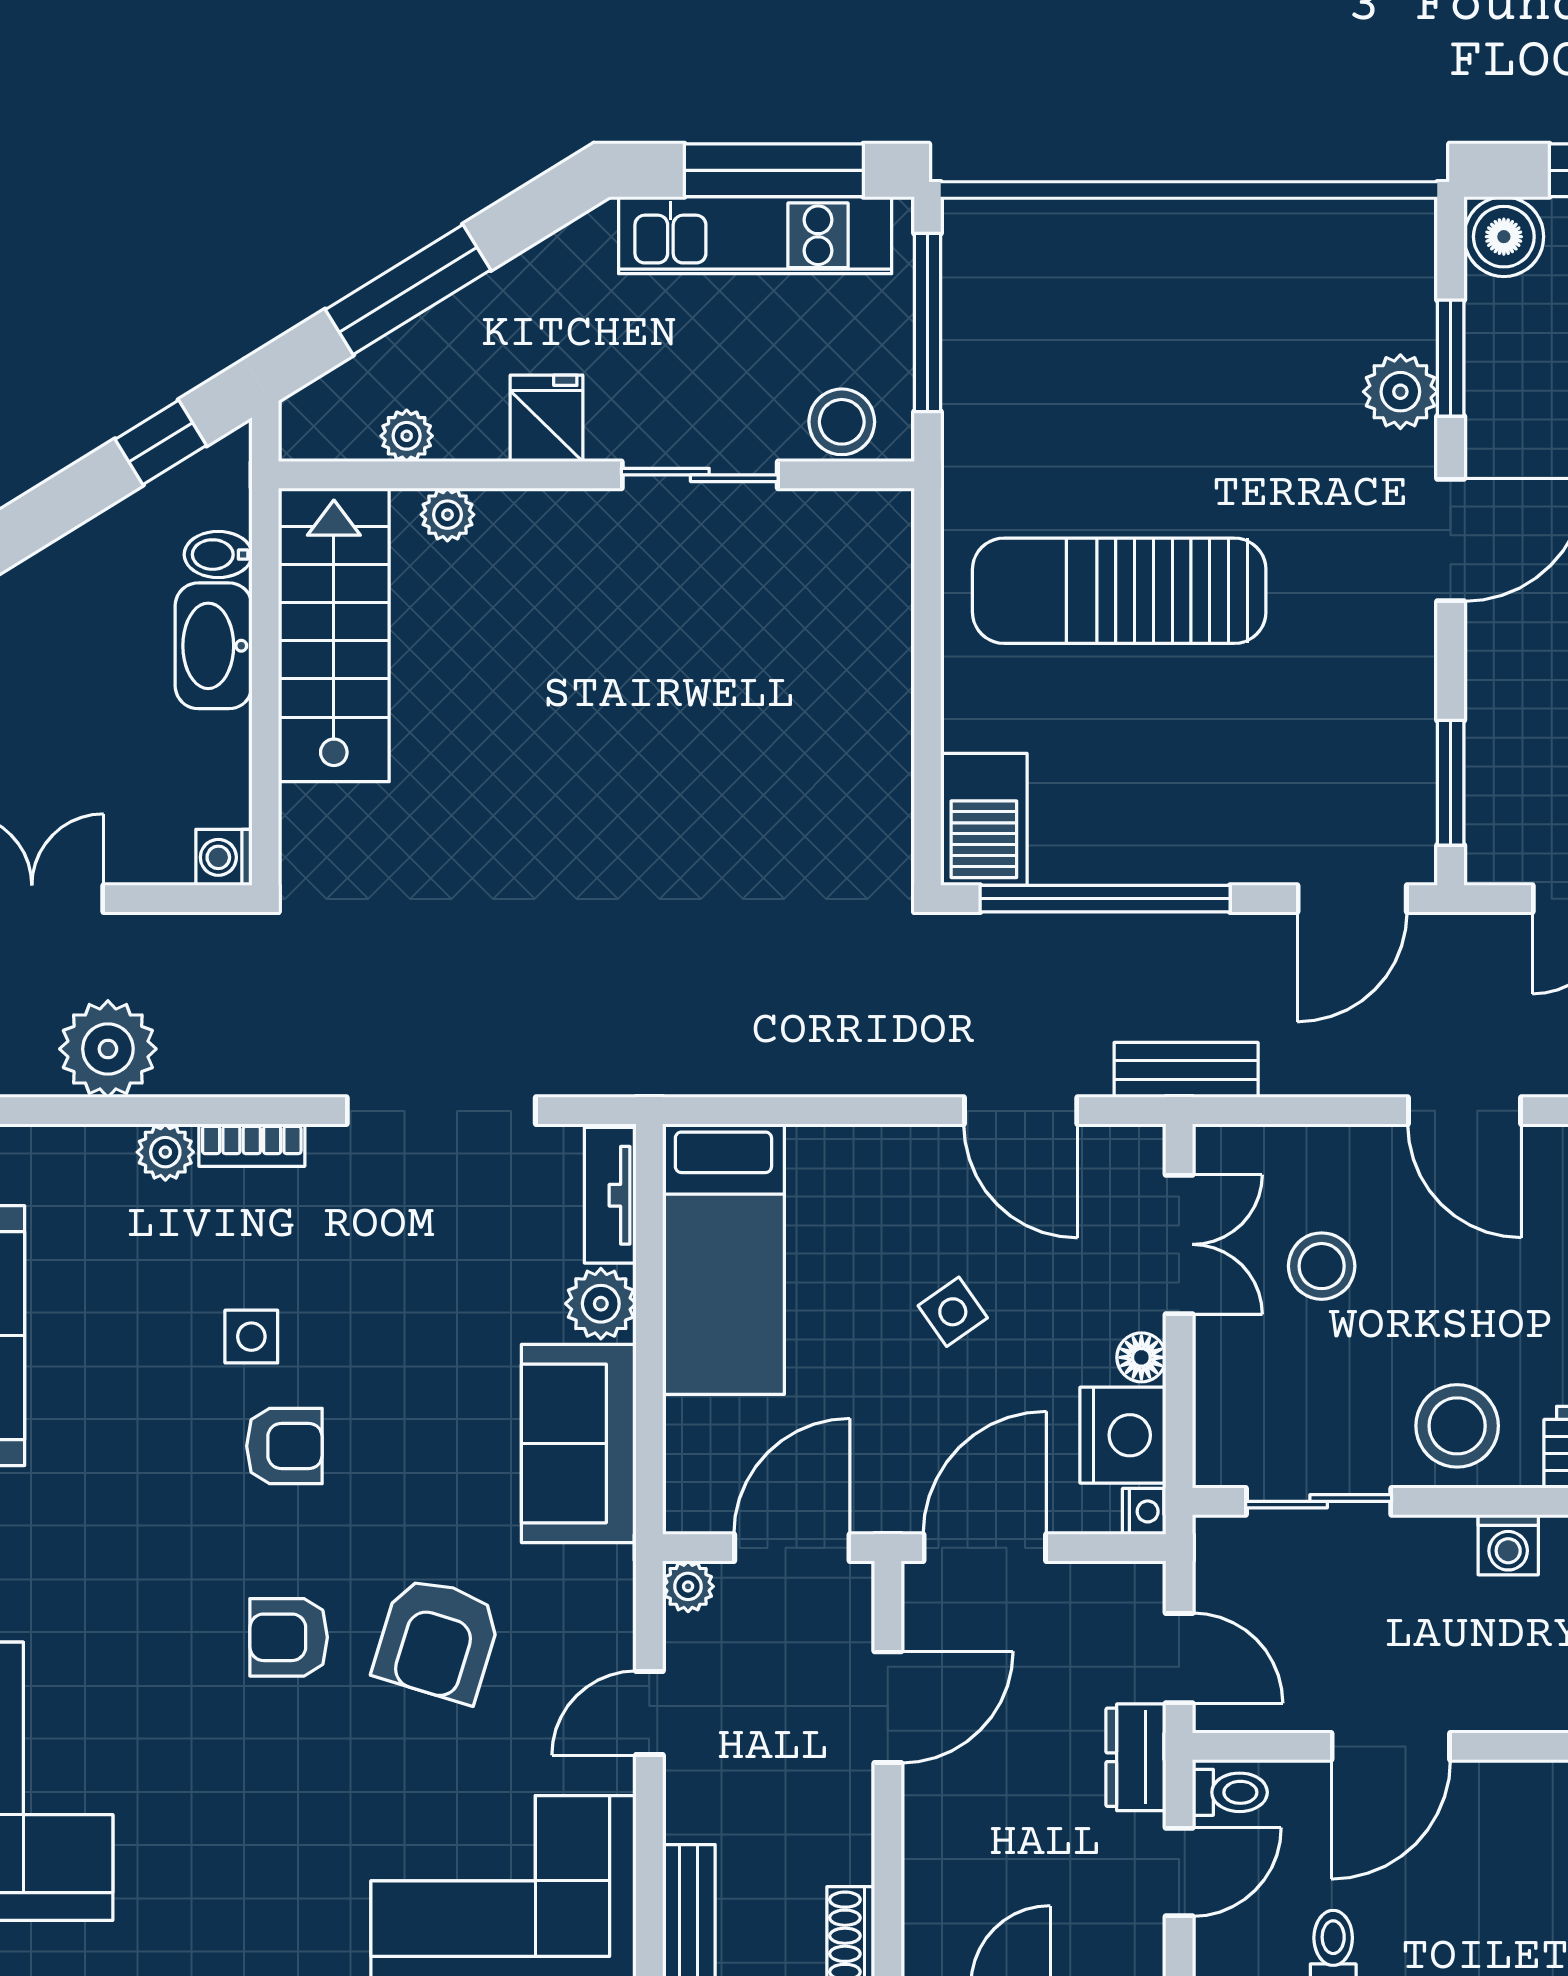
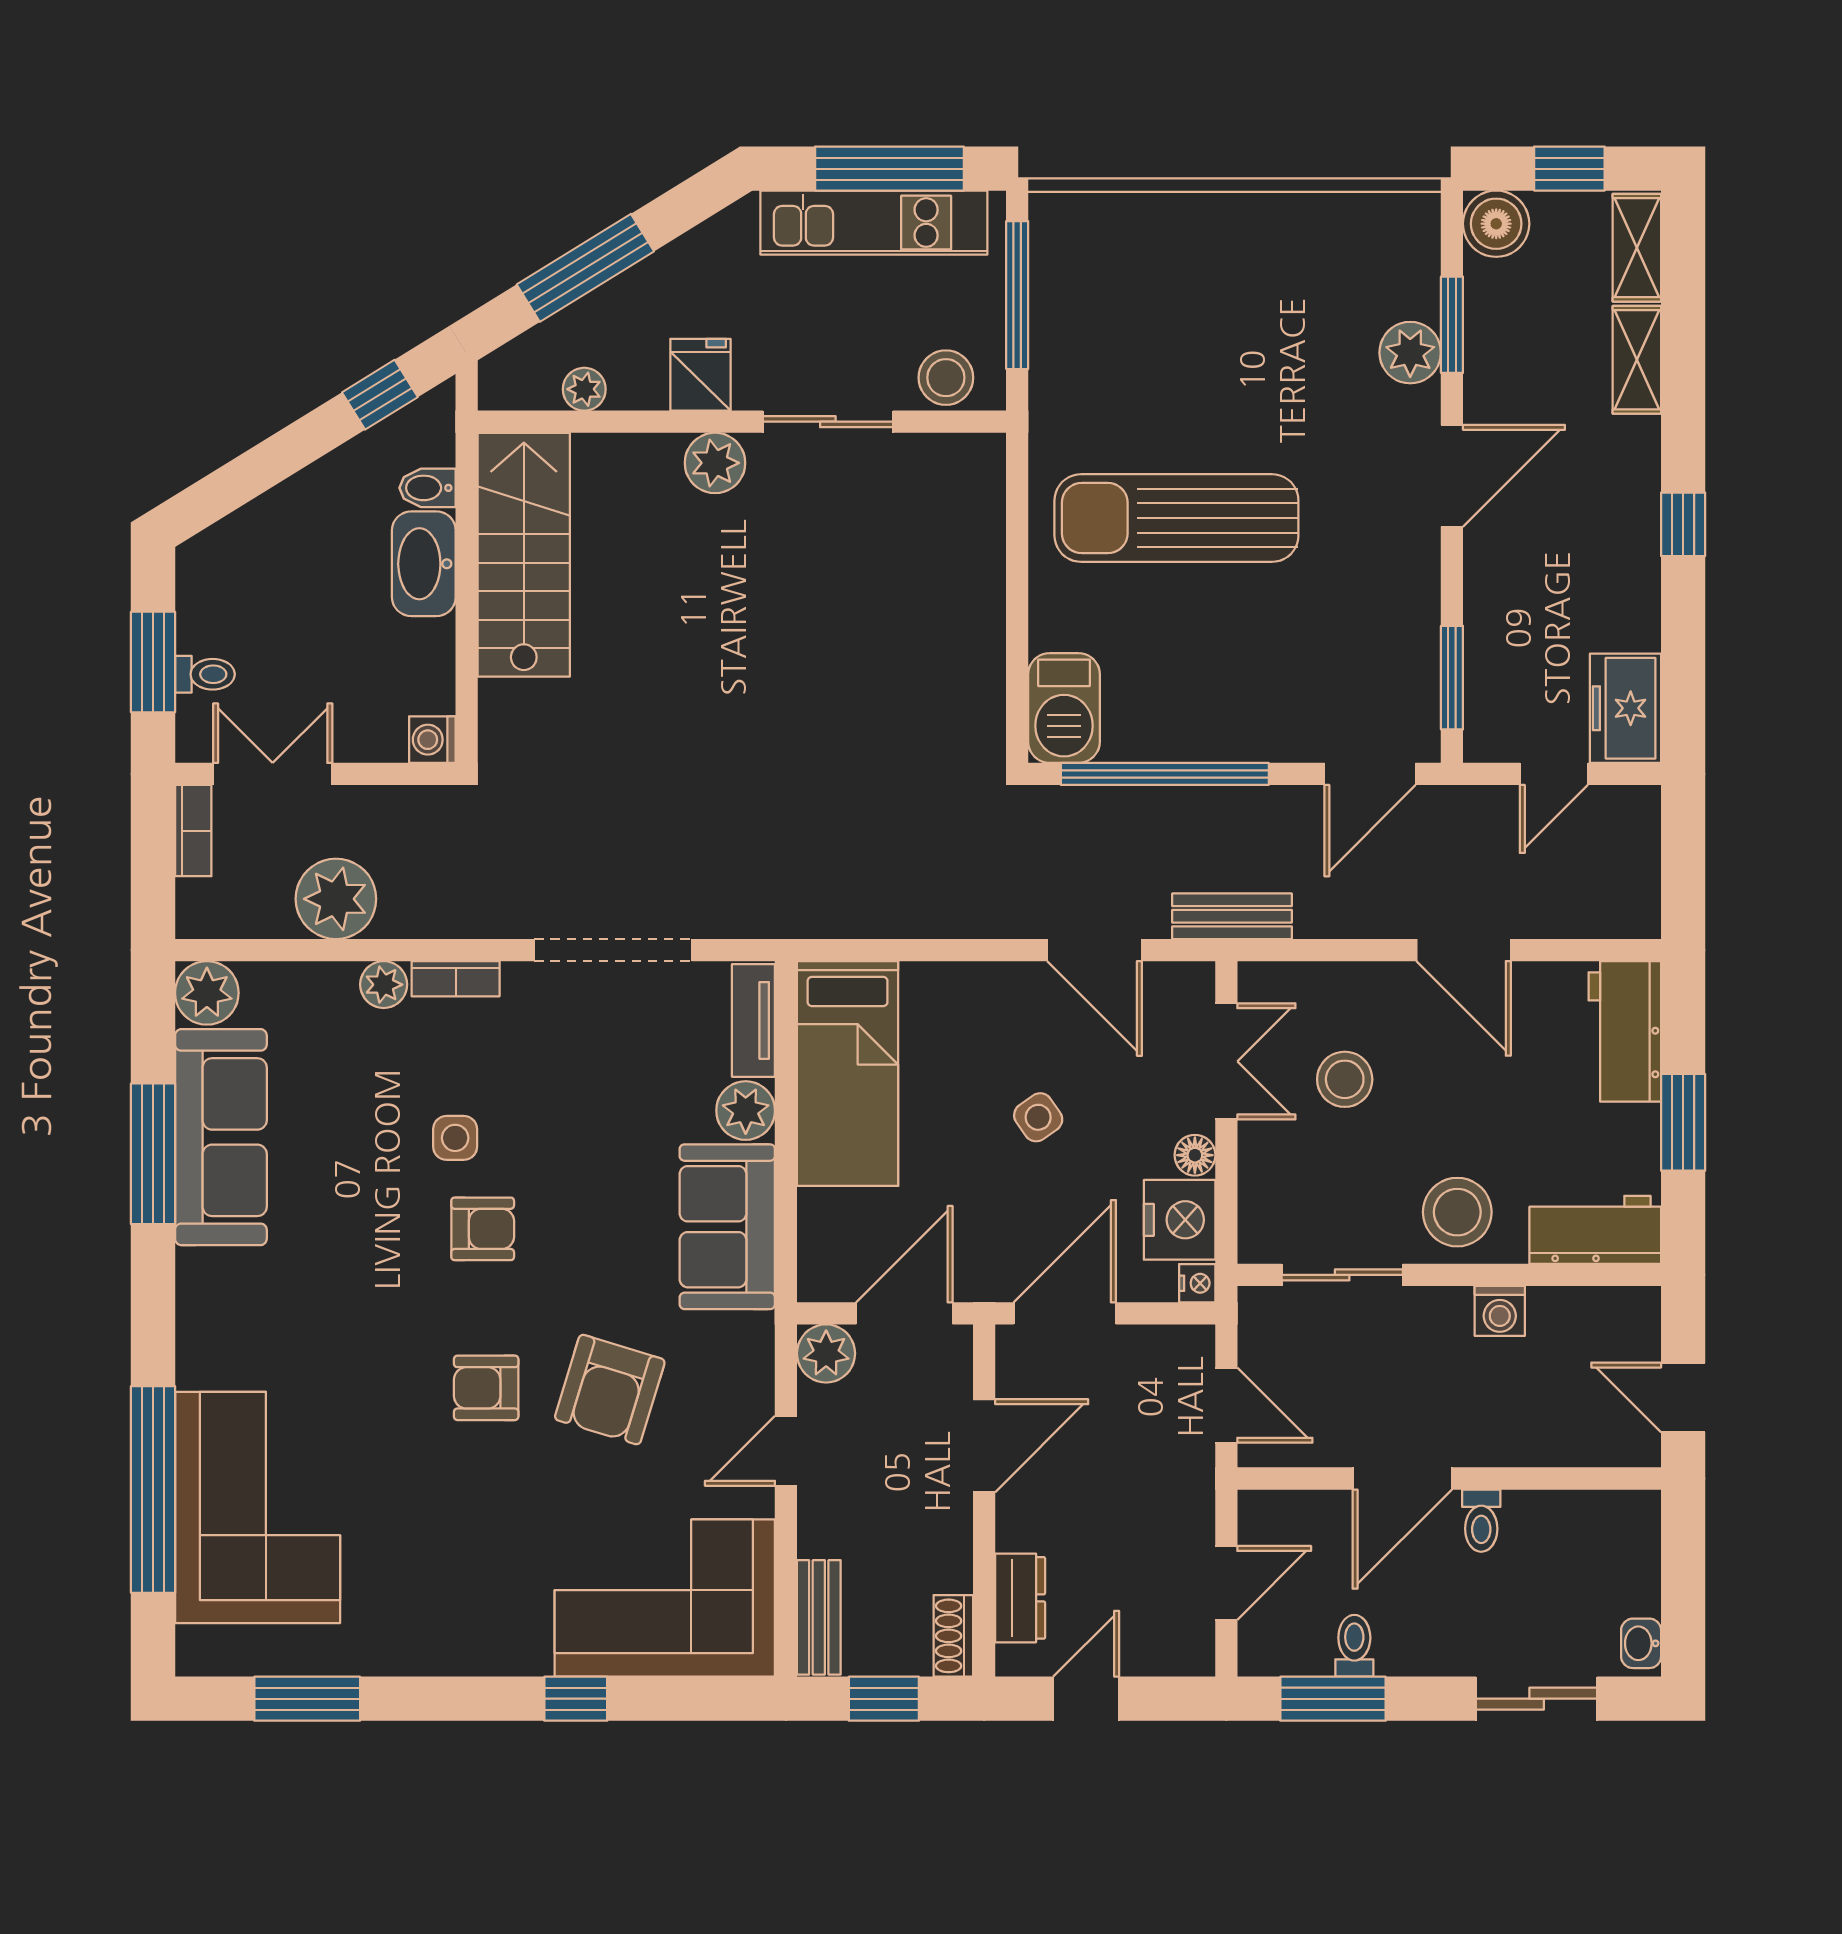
plant: (447, 515) -> (715, 463), moved, width x1.38, depth x1.38
plant: (688, 1586) -> (826, 1353), width x1.38, depth x1.38
dresser: (1136, 1757) -> (1020, 1598), moved, turned 180
toilet: (1230, 1792) -> (1481, 1521), moved, turned 90

